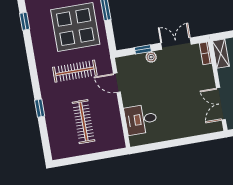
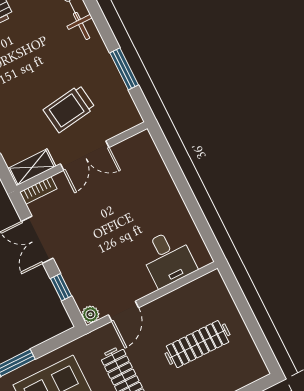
plant: (151, 57) -> (90, 314), moved
double door: (221, 104) -> (85, 156), moved

